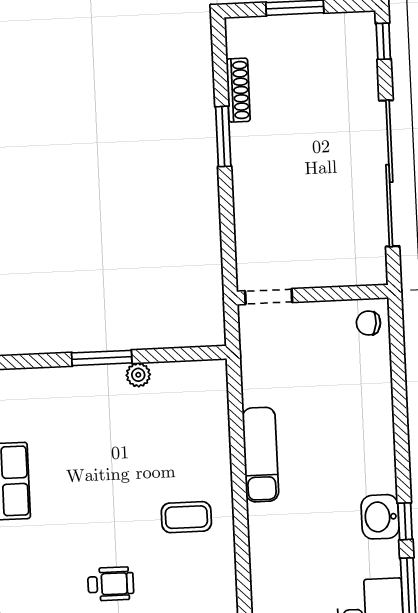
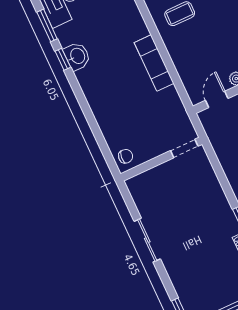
sliding door: (389, 173) -> (147, 240), width x0.54
door: (183, 354) -> (217, 99), added

